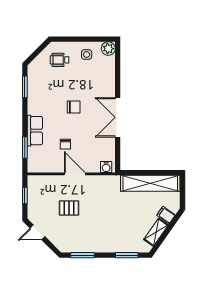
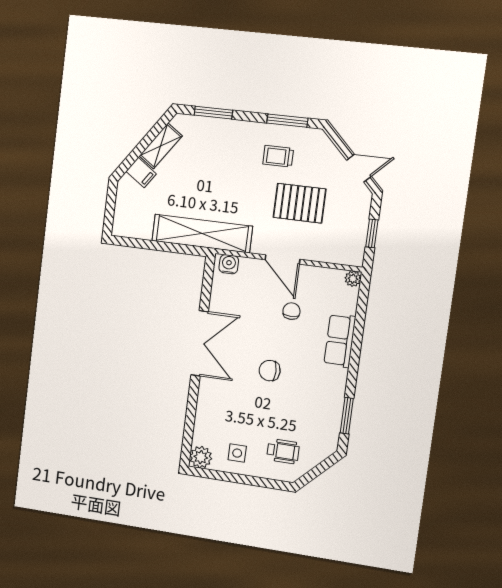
window: (25, 147) -> (361, 315), removed
plant: (32, 168) -> (353, 279), added
shelving: (150, 183) -> (202, 234), moved
pallet: (69, 208) -> (300, 203), width x1.50, depth x1.42
trolley: (85, 234) -> (278, 156), added

